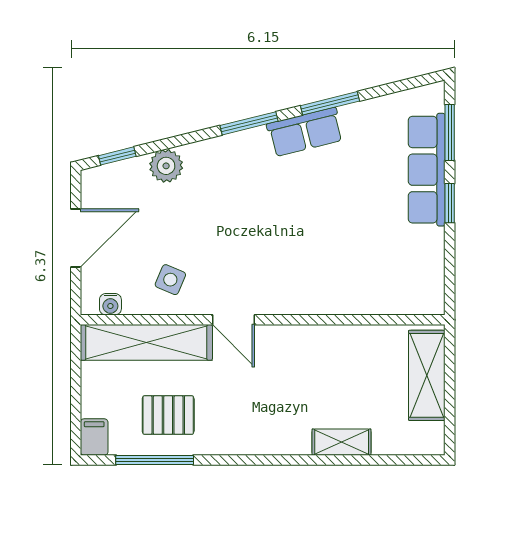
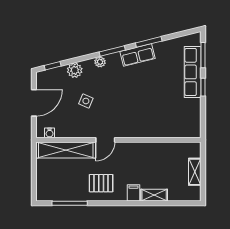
plant: (222, 147) -> (100, 62), added
side table: (170, 280) -> (86, 101), moved
door: (233, 320) -> (105, 140), hinge flipped
shelving: (427, 375) -> (195, 172), width x0.67, depth x0.75
pallet: (168, 415) -> (101, 183), moved
filing cabinet: (94, 437) -> (133, 193), moved

